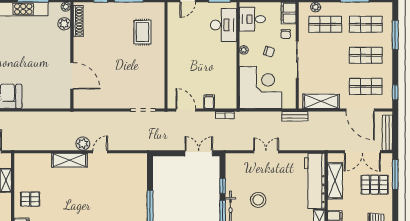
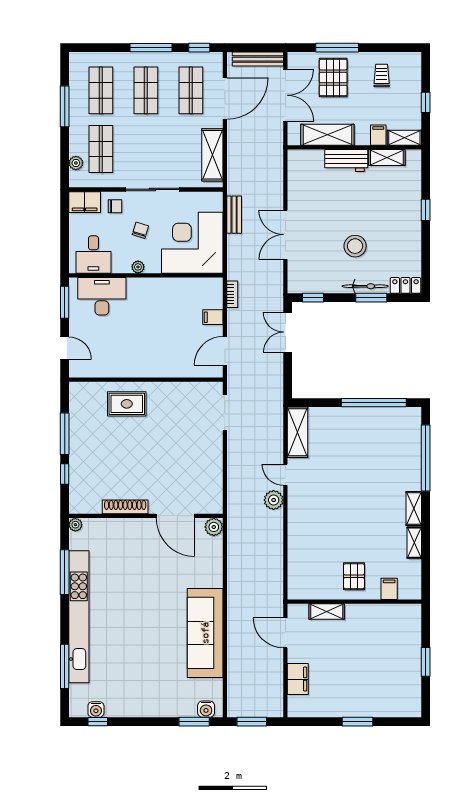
shoe rack: (78, 21) -> (125, 507), moved
plant: (64, 24) -> (214, 527), moved
rug: (142, 32) -> (127, 404), moved
window: (395, 35) -> (151, 48), moved
door: (72, 76) -> (175, 516), swing flipped
bench: (295, 116) -> (234, 215), moved
double door: (266, 152) -> (285, 235), width x1.37
shelving: (69, 160) -> (298, 432), moved
window: (395, 174) -> (337, 48), moved
workbench: (315, 181) -> (346, 160), width x0.53, depth x0.76
window: (223, 186) -> (313, 298), moved

